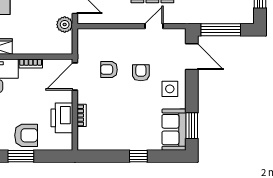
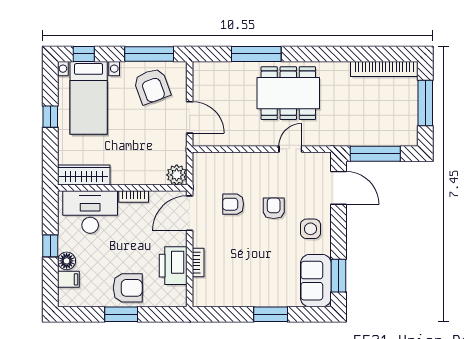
plant: (65, 24) -> (177, 175), moved
window: (138, 156) -> (271, 314), width x1.50

